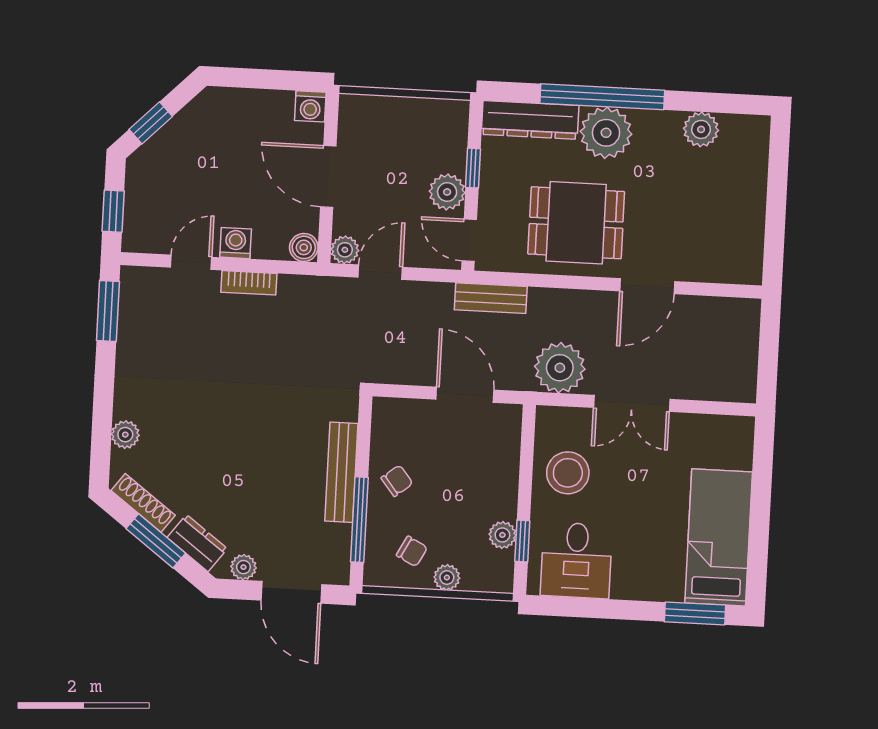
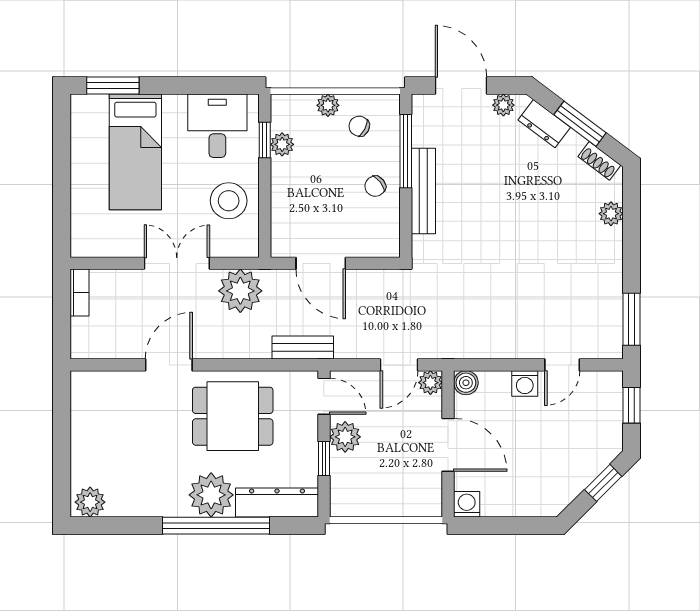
plant: (701, 129) -> (90, 502), moved
bookcase: (249, 283) -> (79, 293), moved, turned 90
shoe rack: (143, 503) -> (599, 161), width x0.70
bed: (719, 537) -> (135, 152), moved

